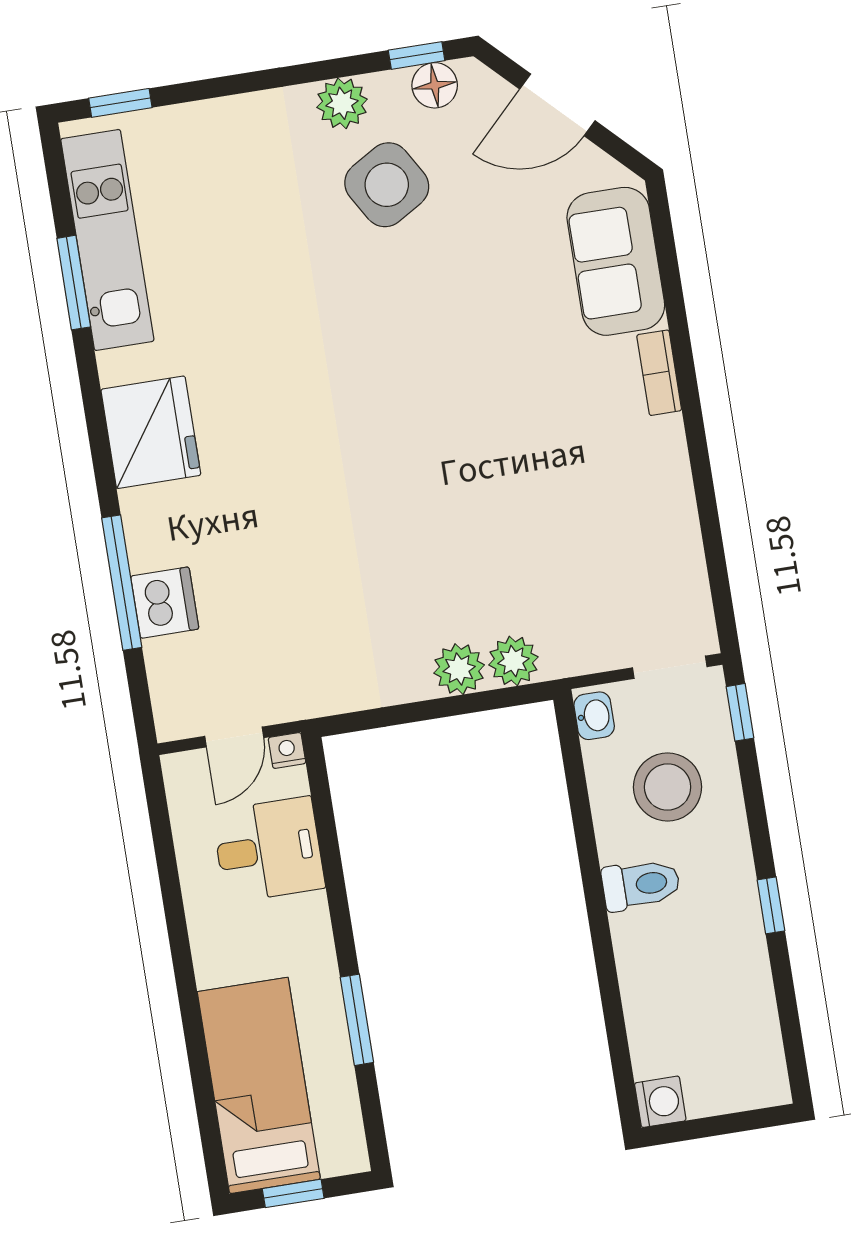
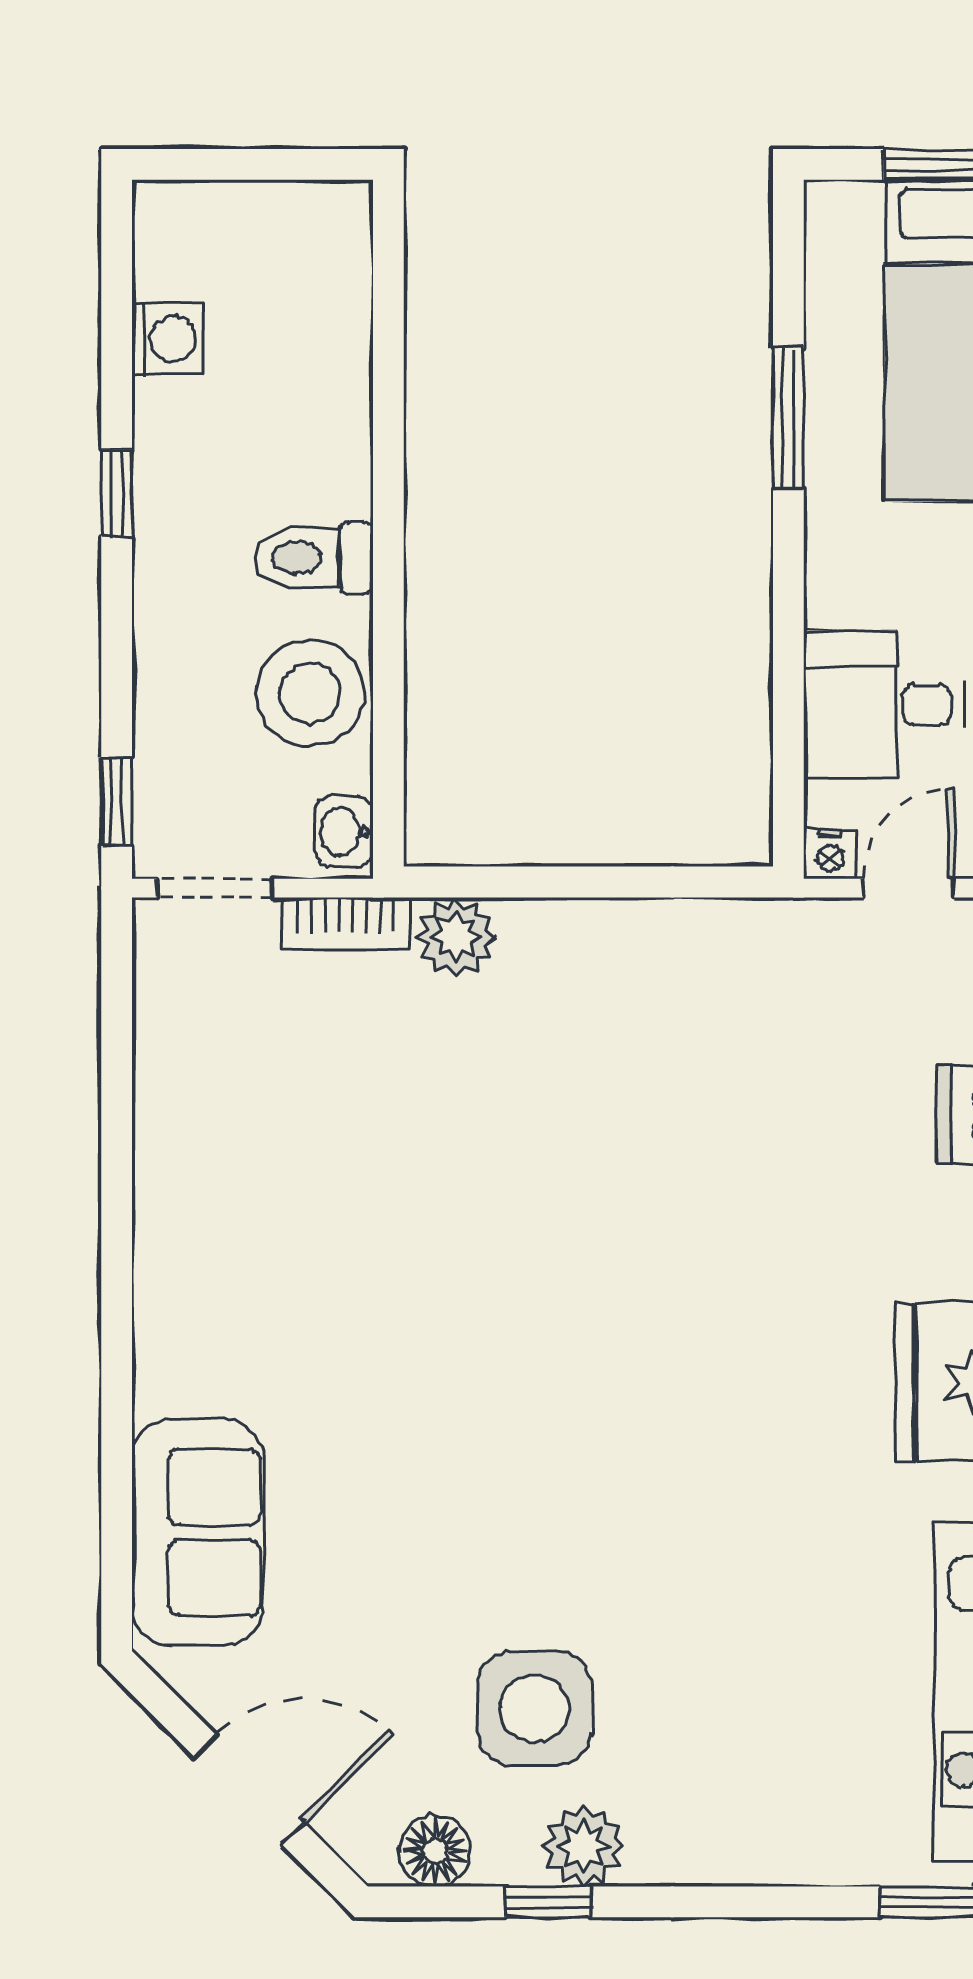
window: (417, 55) -> (548, 1902), moved
side table: (387, 185) -> (534, 1708), turned 31
bookcase: (659, 373) -> (346, 923), moved, turned 90
plant: (459, 669) -> (542, 938), removed
stool: (668, 787) -> (310, 693), moved
washing machine: (660, 1102) -> (168, 339), moved, turned 180

